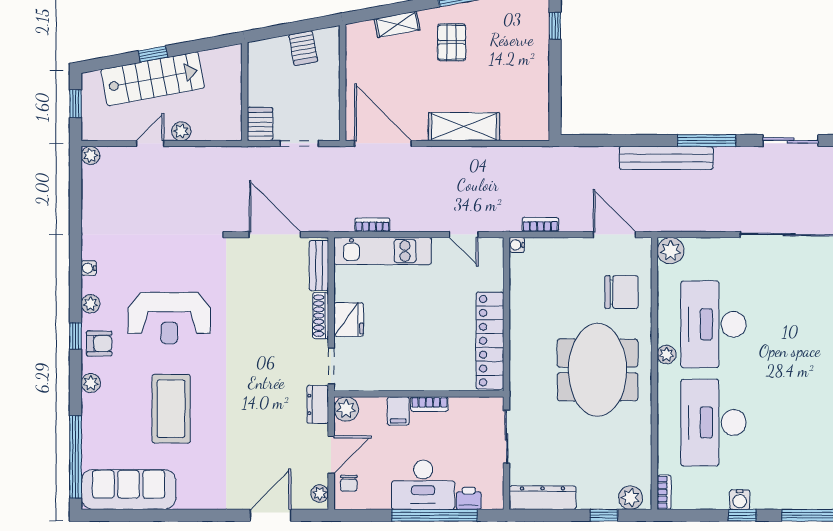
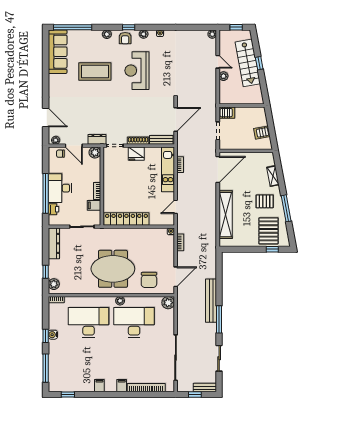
pallet: (516, 34) -> (268, 231), added
shelving: (464, 127) -> (226, 215), width x1.47
filing cabinet: (398, 411) -> (94, 205), moved

